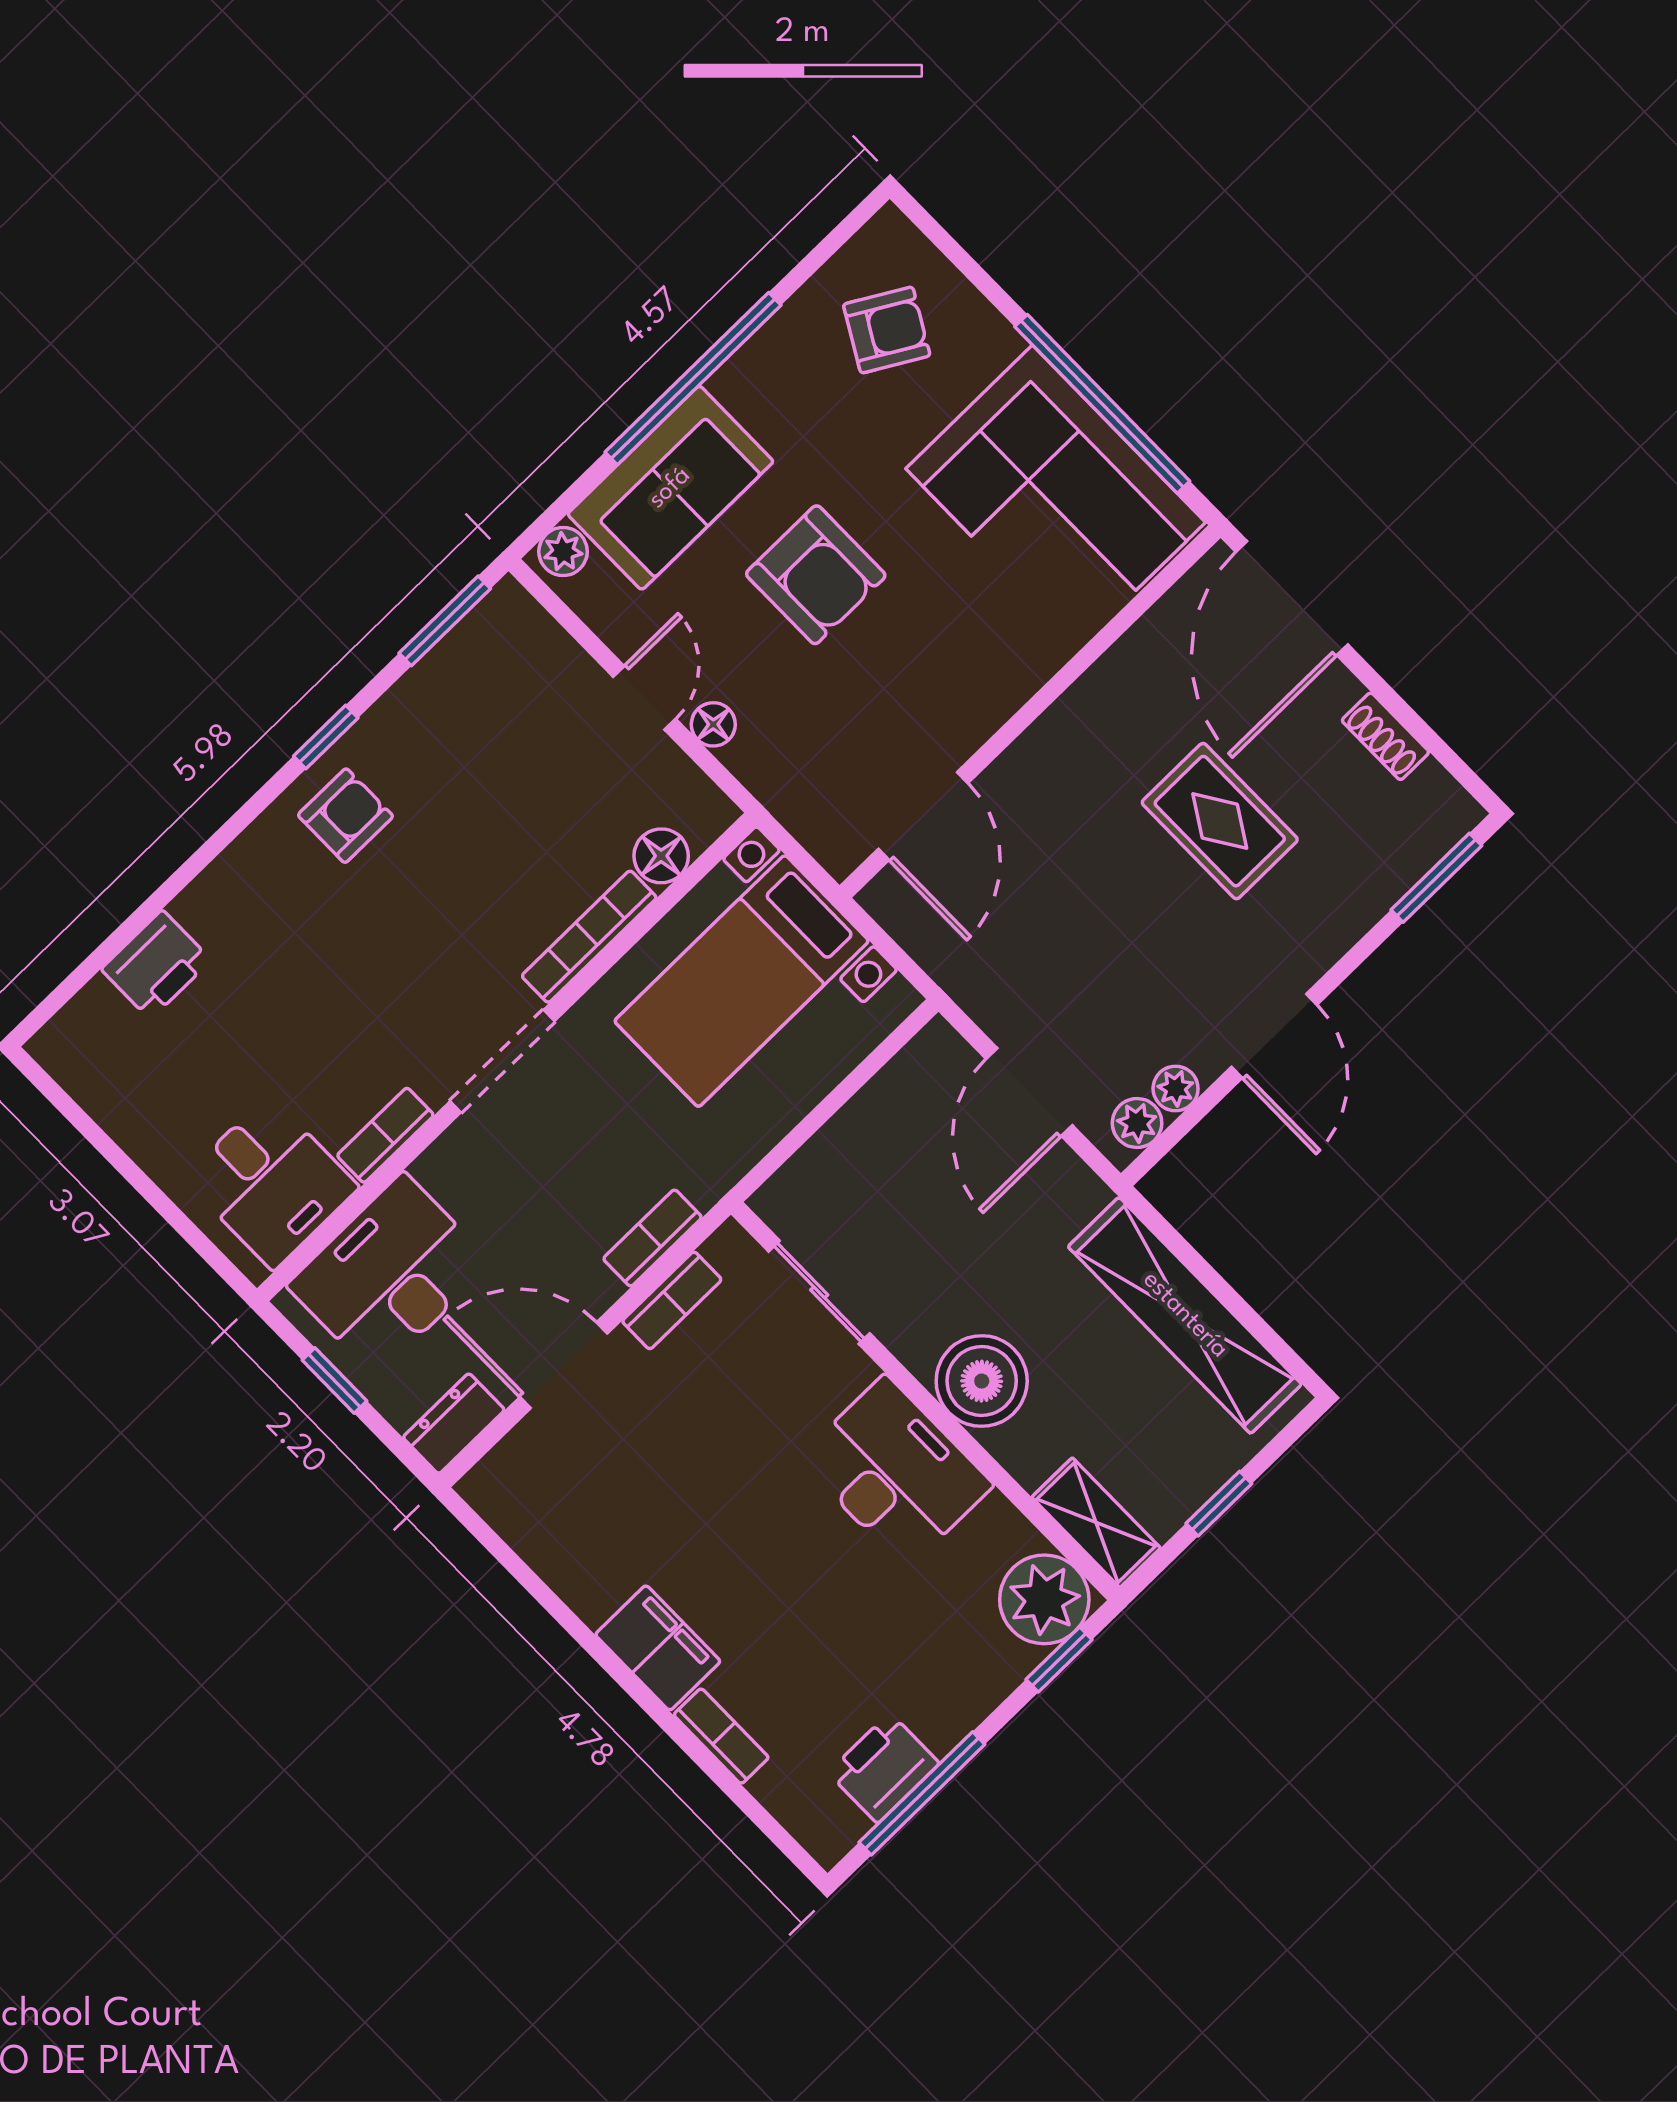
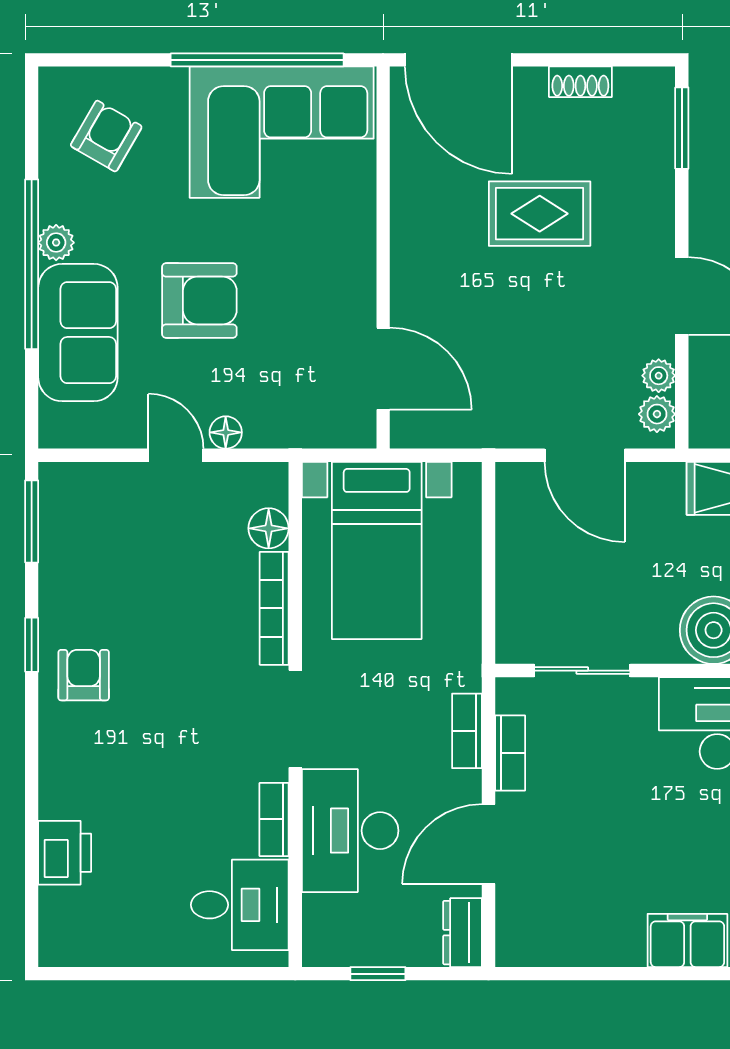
plant: (563, 551) -> (56, 243), moved
desk: (390, 1274) -> (350, 831), moved

